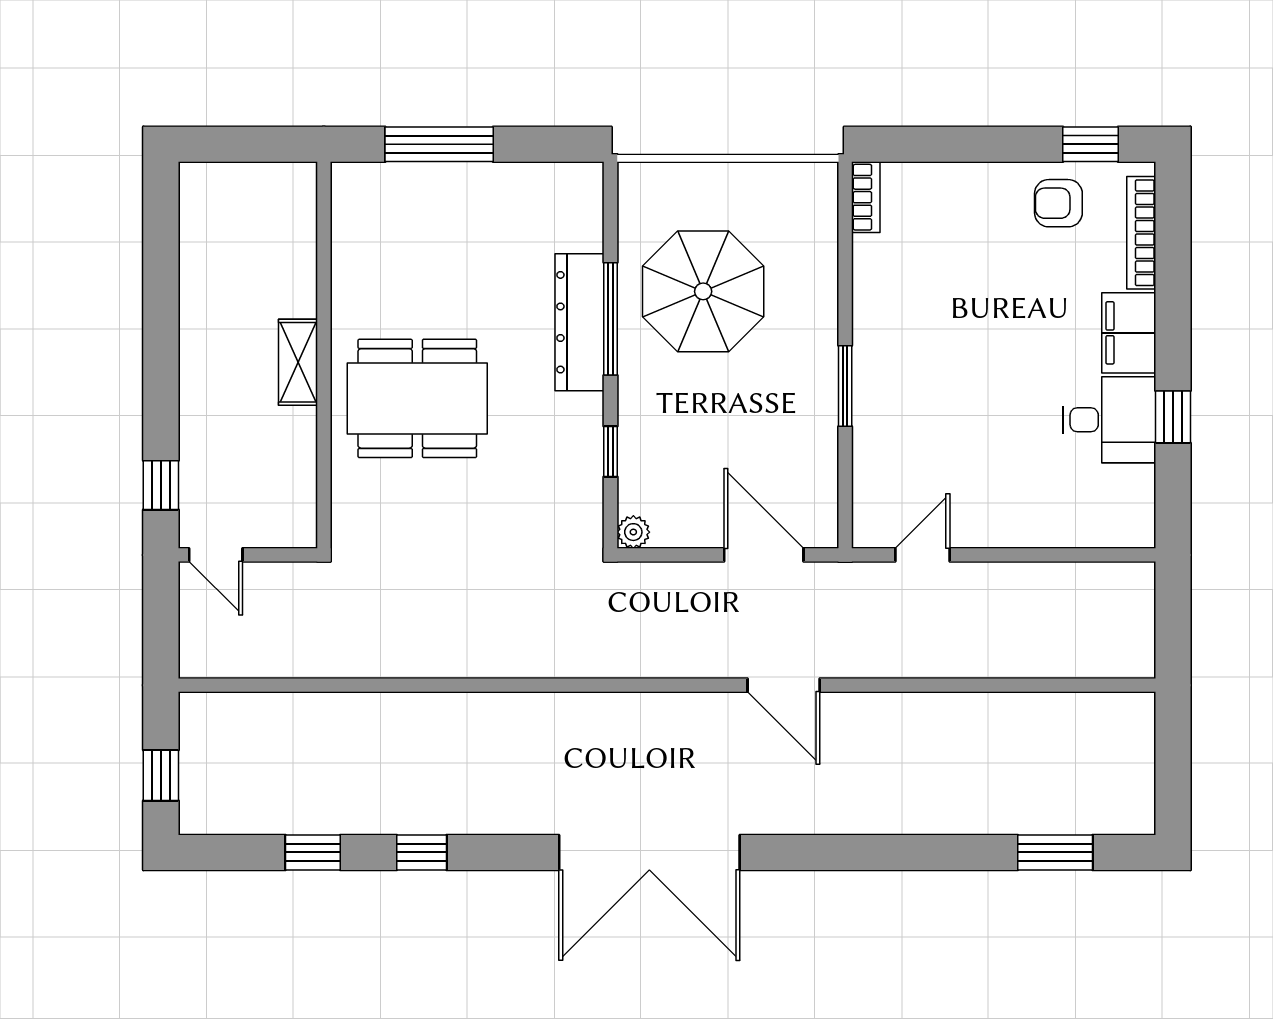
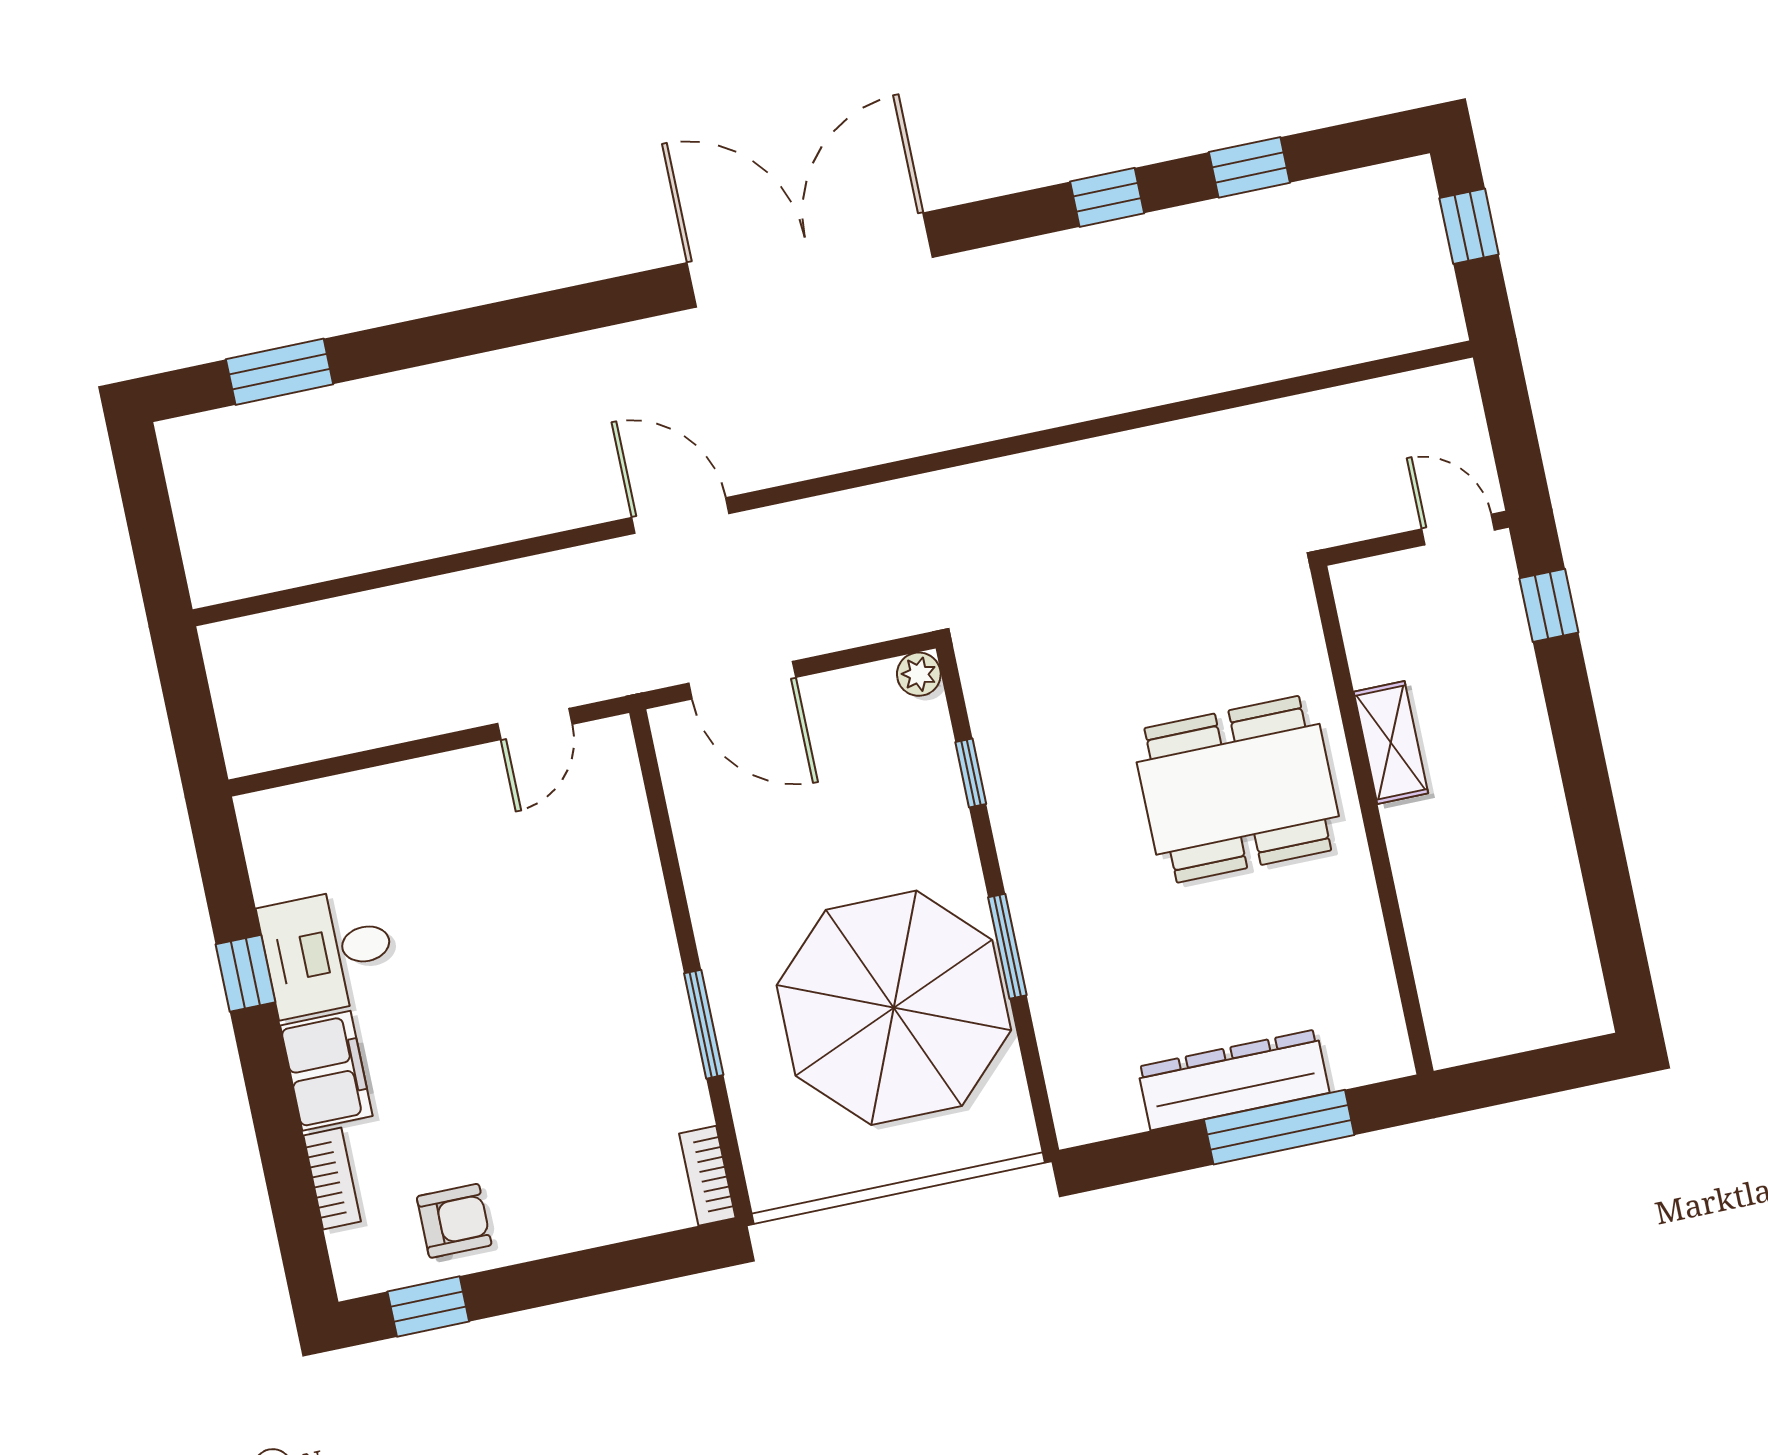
bookcase: (1141, 233) -> (332, 1178), width x0.64
parasol: (703, 291) -> (894, 1008), width x1.36, depth x1.36
window: (611, 319) -> (1007, 946), width x0.69
dresser: (580, 322) -> (1233, 1080), moved, turned -90
shelving: (298, 362) -> (1391, 742), moved
window: (845, 386) -> (704, 1024), moved

